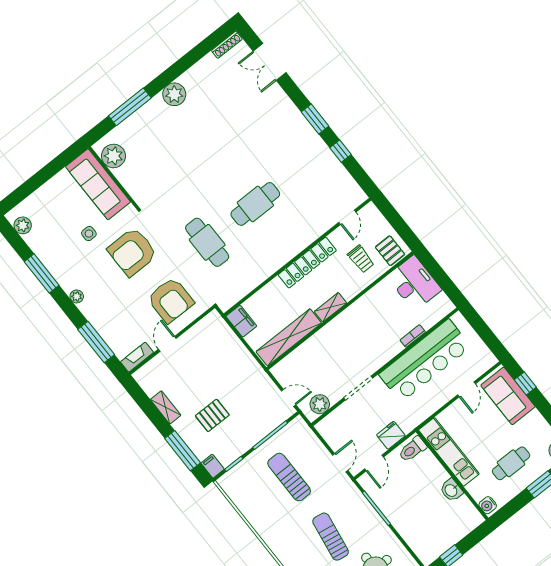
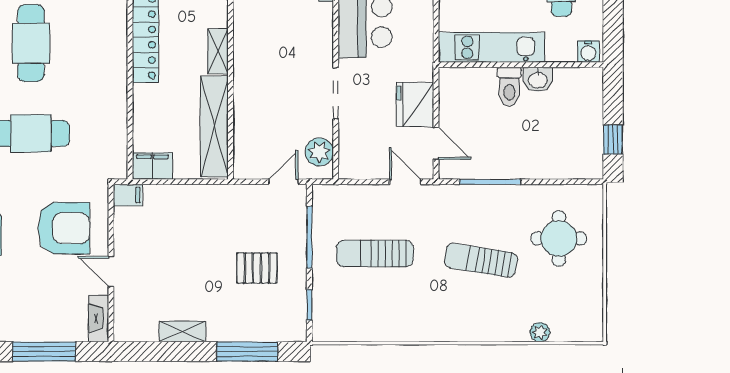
pallet: (212, 415) -> (257, 268), moved, turned 90
fridge: (391, 435) -> (415, 105), width x1.36, depth x1.34
toilet: (412, 449) -> (509, 87), moved
filing cabinet: (213, 466) -> (128, 195), moved, turned 180

